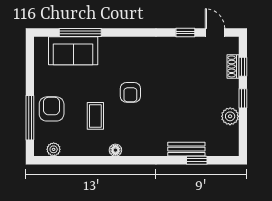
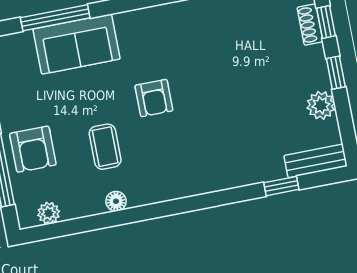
sofa: (73, 51) -> (77, 44), moved
armchair: (52, 109) -> (33, 149), turned 180
bench: (186, 149) -> (316, 161), moved
floor lamp: (115, 150) -> (116, 201), moved

